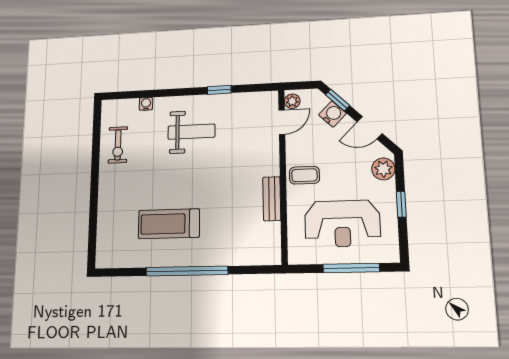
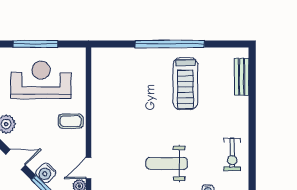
exercise bike: (118, 145) -> (232, 154), turned 180
bench: (272, 199) -> (242, 77), moved
treadmill: (169, 224) -> (185, 84), turned 90

